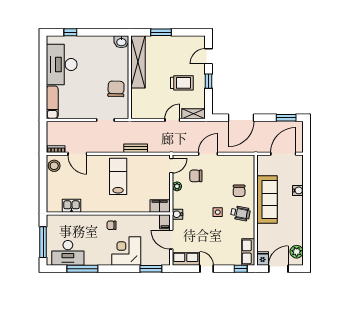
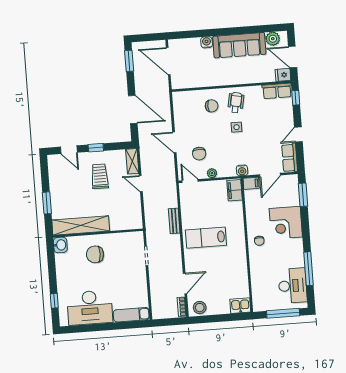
chair: (116, 89) -> (95, 254), moved
sofa: (267, 199) -> (239, 45), moved, turned 180
kitchen sink: (71, 206) -> (240, 306), moved, turned 90

